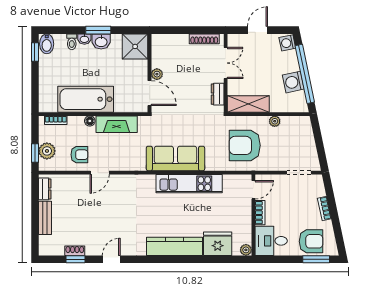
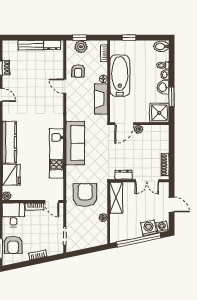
window: (98, 30) -> (172, 97), moved
window: (35, 52) -> (129, 38), moved
washing machine: (293, 82) -> (149, 228), moved

